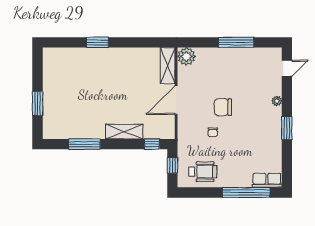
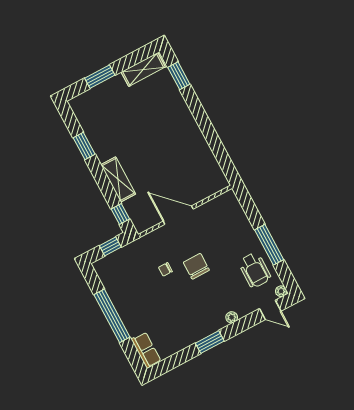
window: (97, 42) -> (179, 76), moved
plant: (186, 56) -> (281, 291), moved, width x0.53, depth x0.53
shelving: (168, 66) -> (143, 70), moved
window: (84, 144) -> (84, 146), width x0.69
wheelchair: (203, 172) -> (255, 270), moved
window: (246, 192) -> (112, 316), moved

